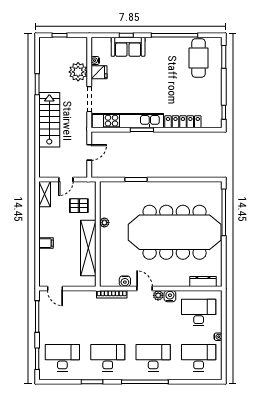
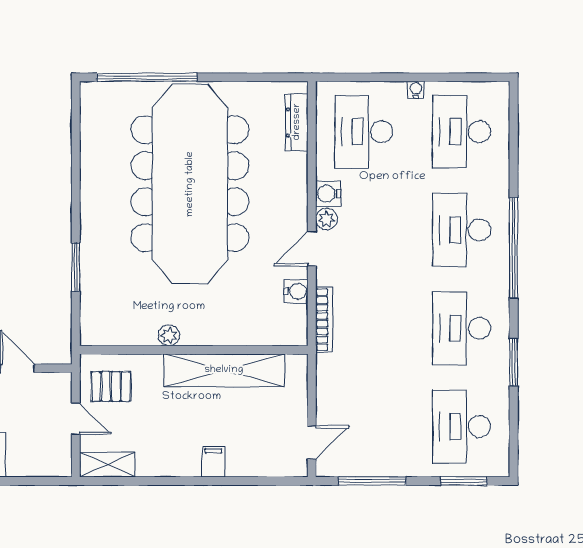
pallet: (79, 206) -> (111, 386), moved, turned 90

